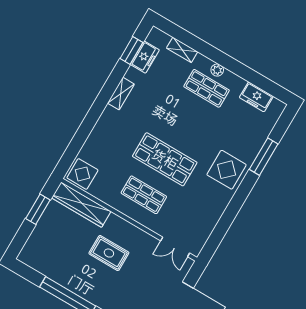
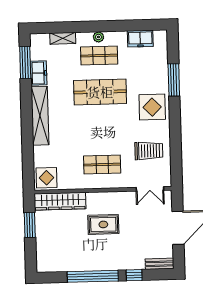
window: (131, 50) -> (25, 62), width x1.44
freezer: (145, 57) -> (39, 73), moved
shelving: (121, 94) -> (40, 116), width x2.20, depth x1.33
shop shelf: (165, 159) -> (100, 92), moved
trolley: (197, 210) -> (149, 151), added

